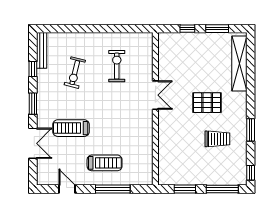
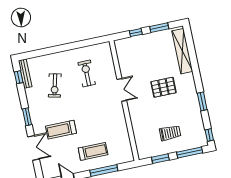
window: (33, 69) -> (19, 77), moved
trolley: (217, 139) -> (170, 133), moved

